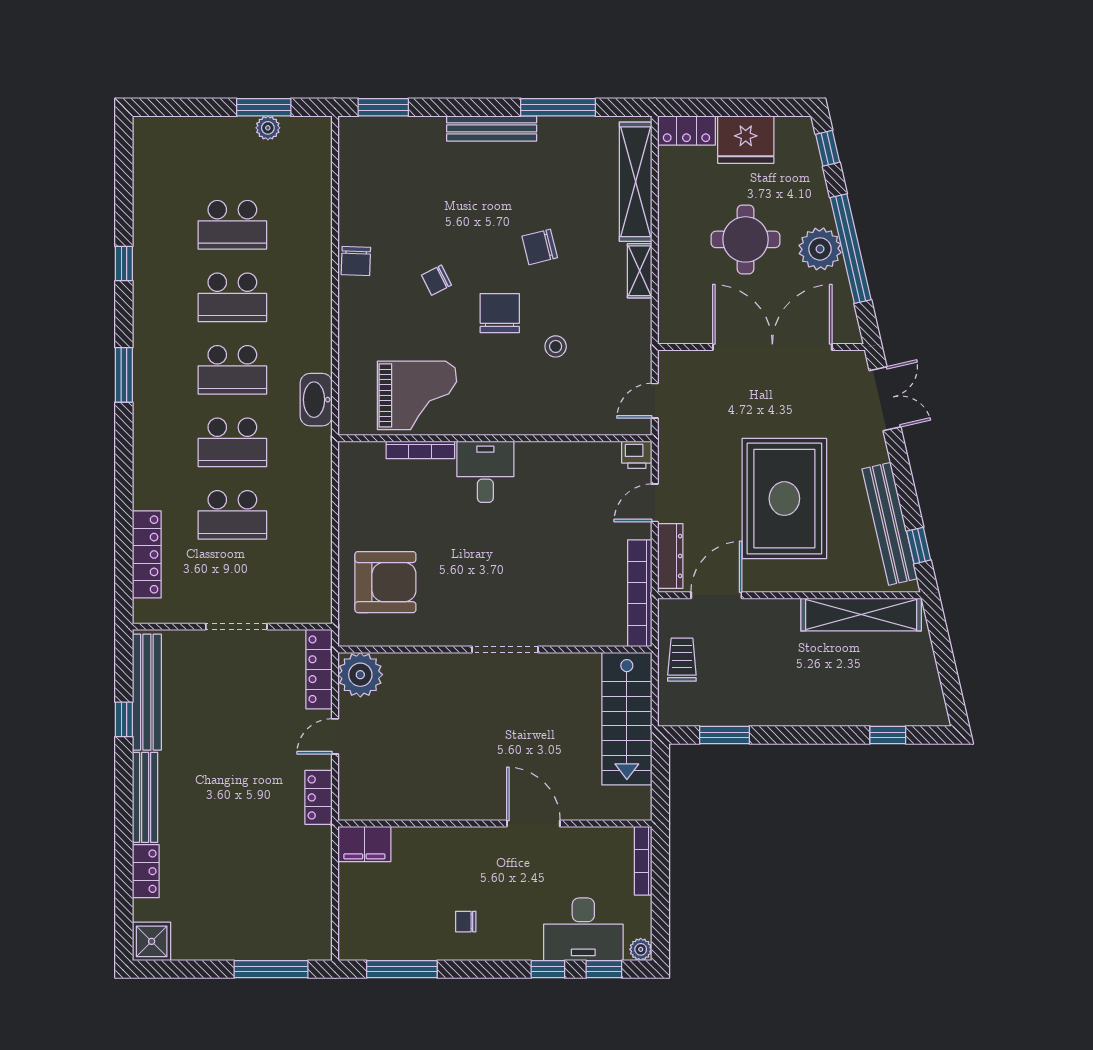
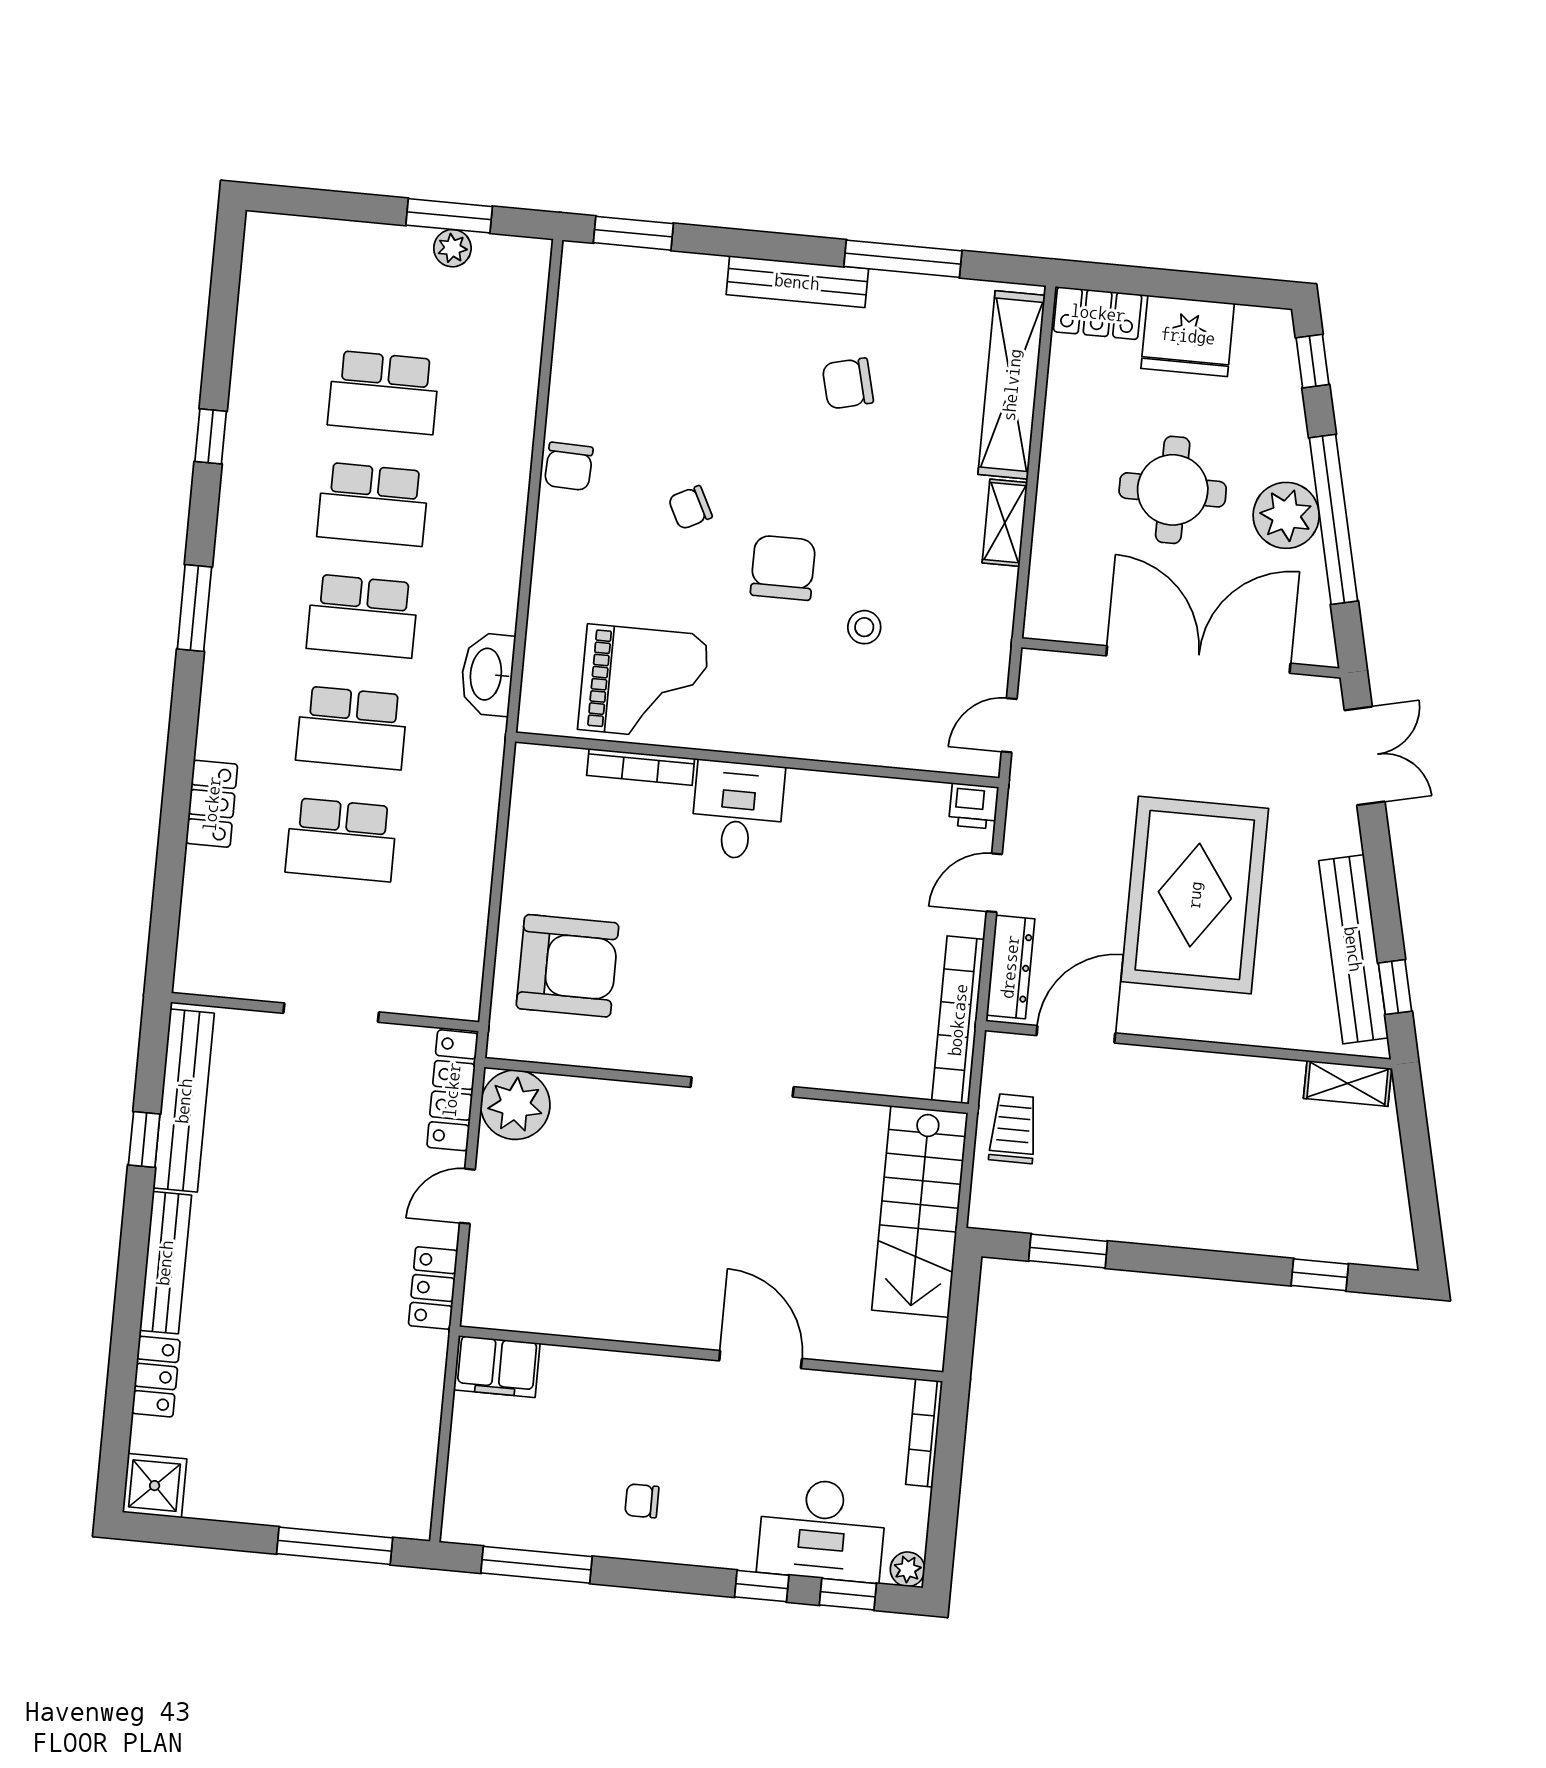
chair: (540, 247) -> (848, 384), moved
locker: (147, 554) -> (212, 804), moved, width x0.66
shelving: (861, 615) -> (1347, 1083), width x0.45, depth x0.75

